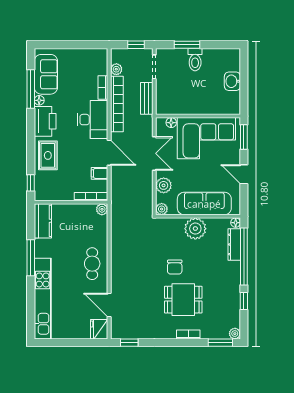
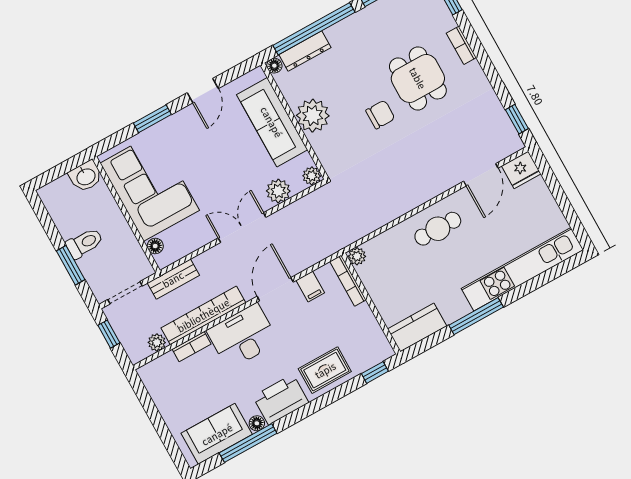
wall: (198, 116) -> (126, 215), moved
floor lamp: (171, 123) -> (155, 246), moved
corner sofa: (206, 138) -> (150, 187), moved

